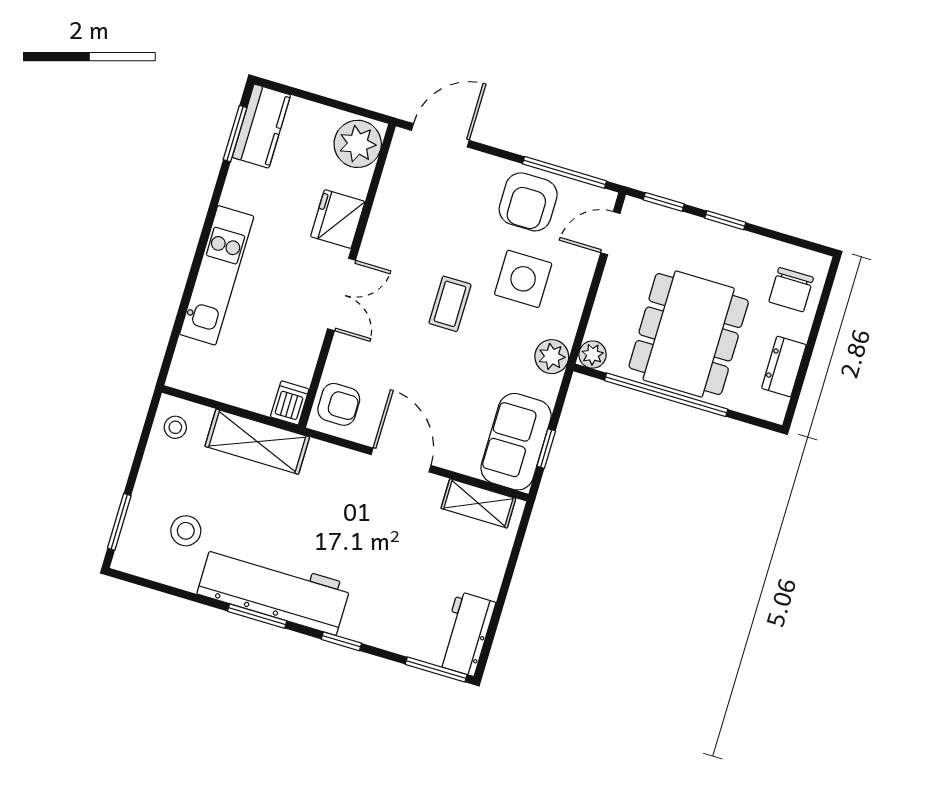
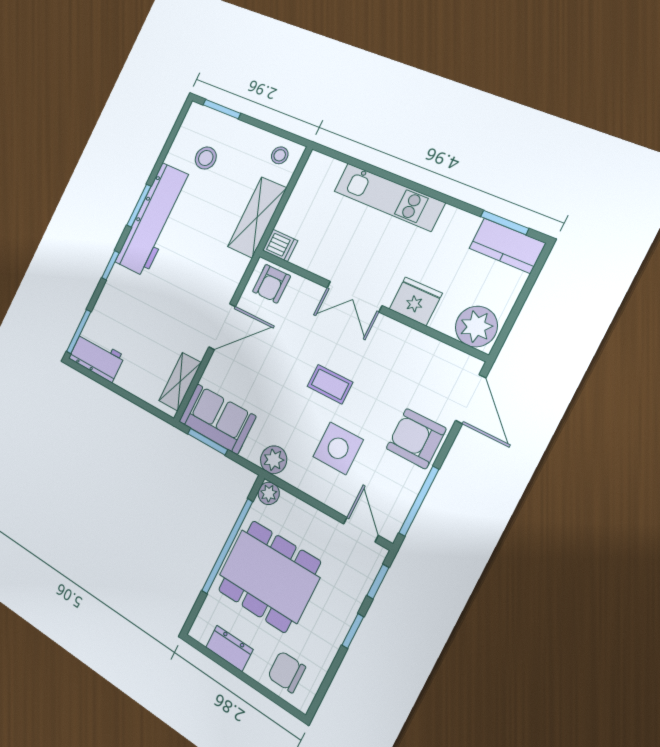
armchair: (528, 202) -> (416, 439), moved
window: (546, 449) -> (208, 442), width x1.50

